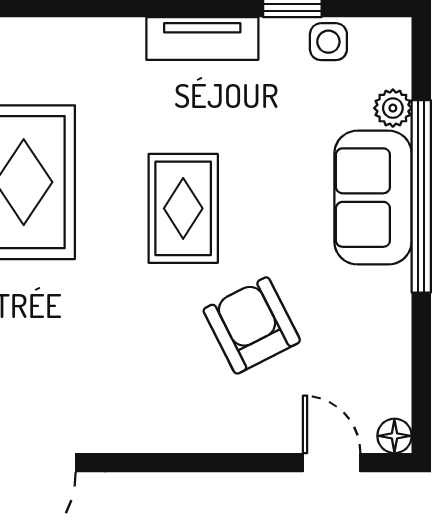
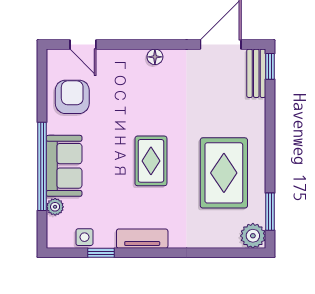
armchair: (252, 325) -> (72, 97), moved, turned -153
floor lamp: (394, 436) -> (155, 57), moved

